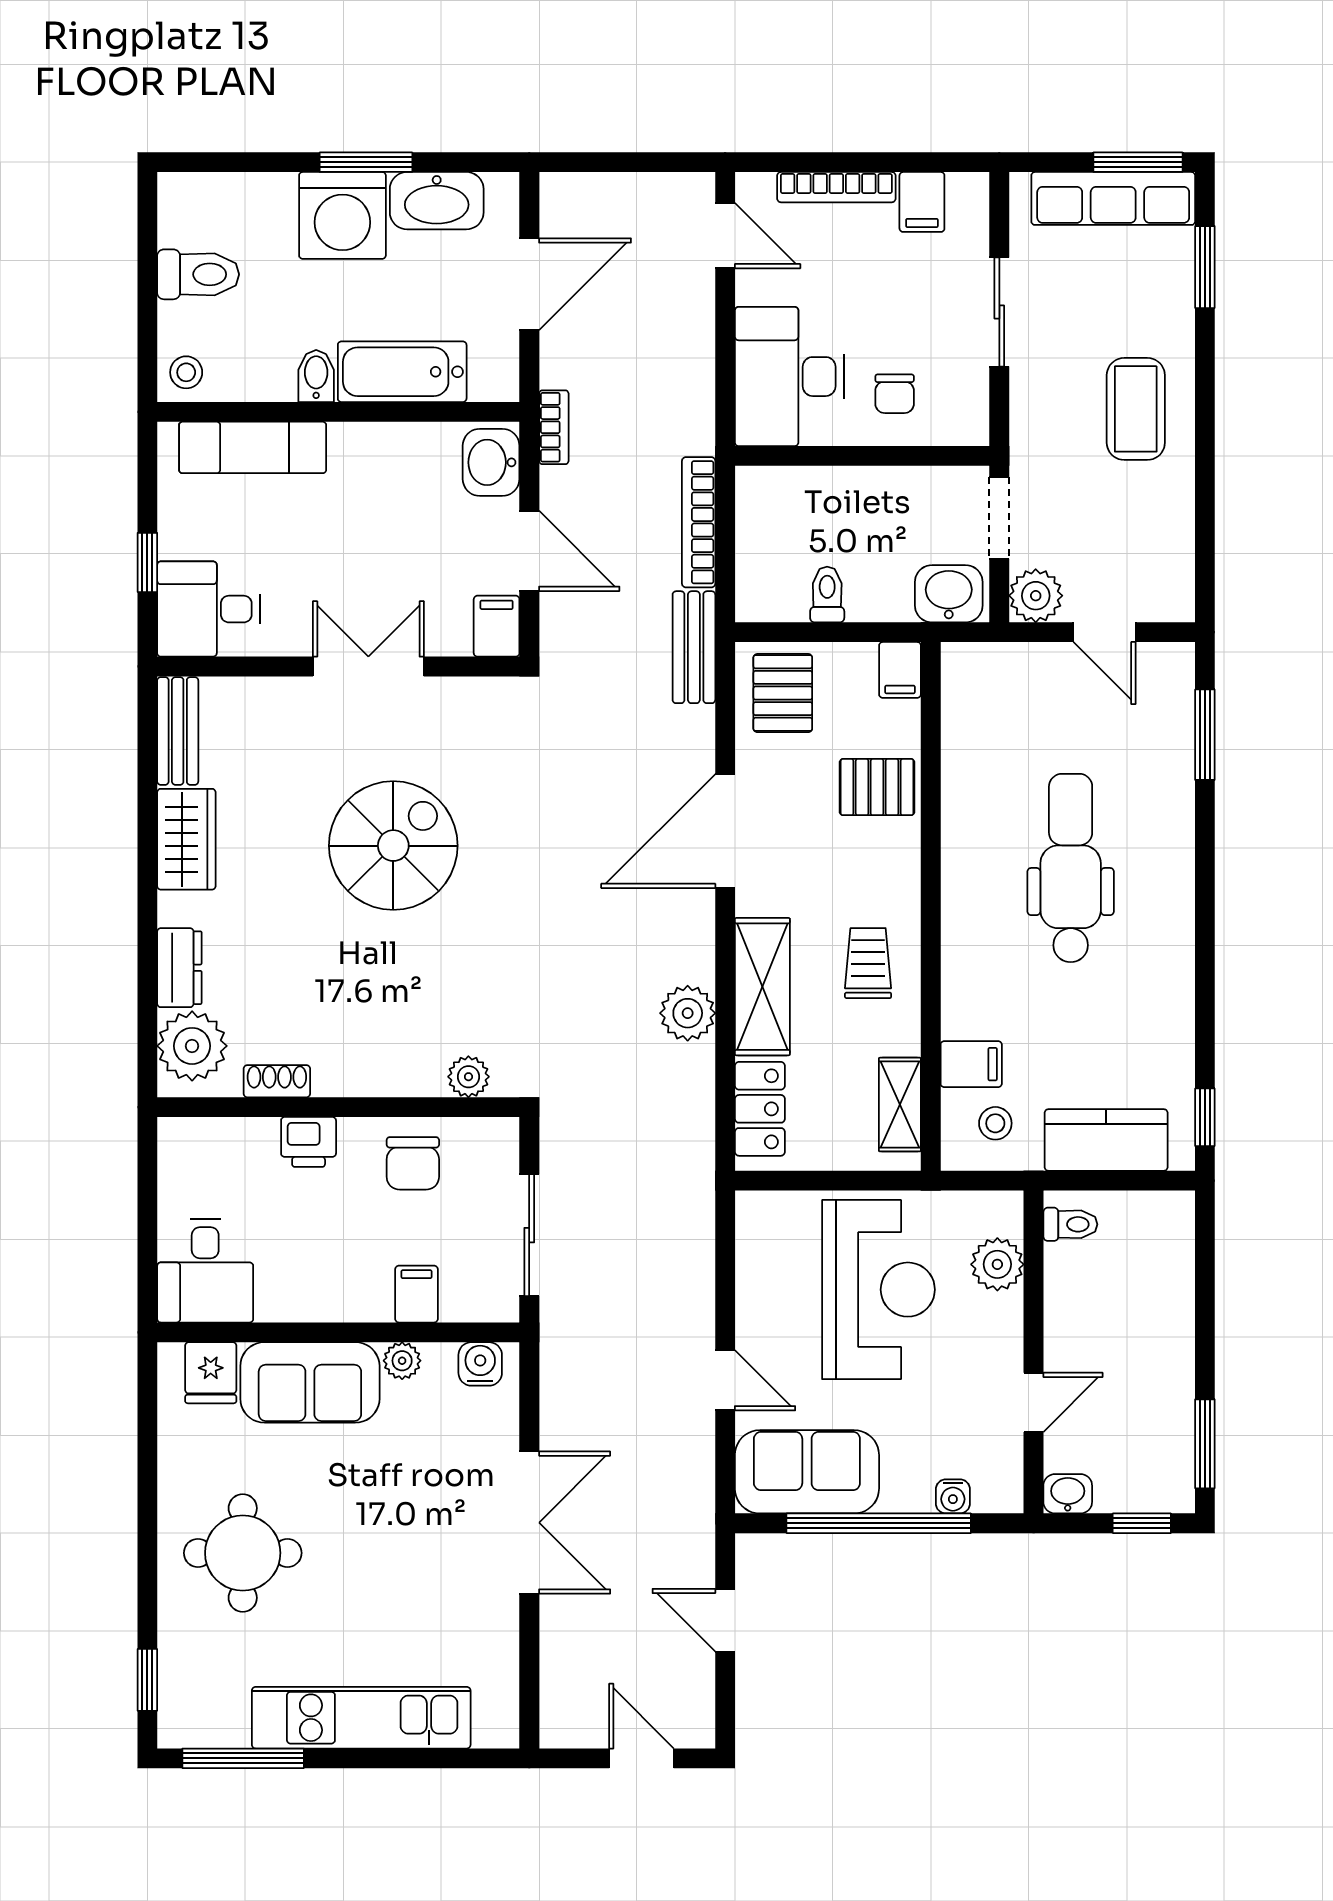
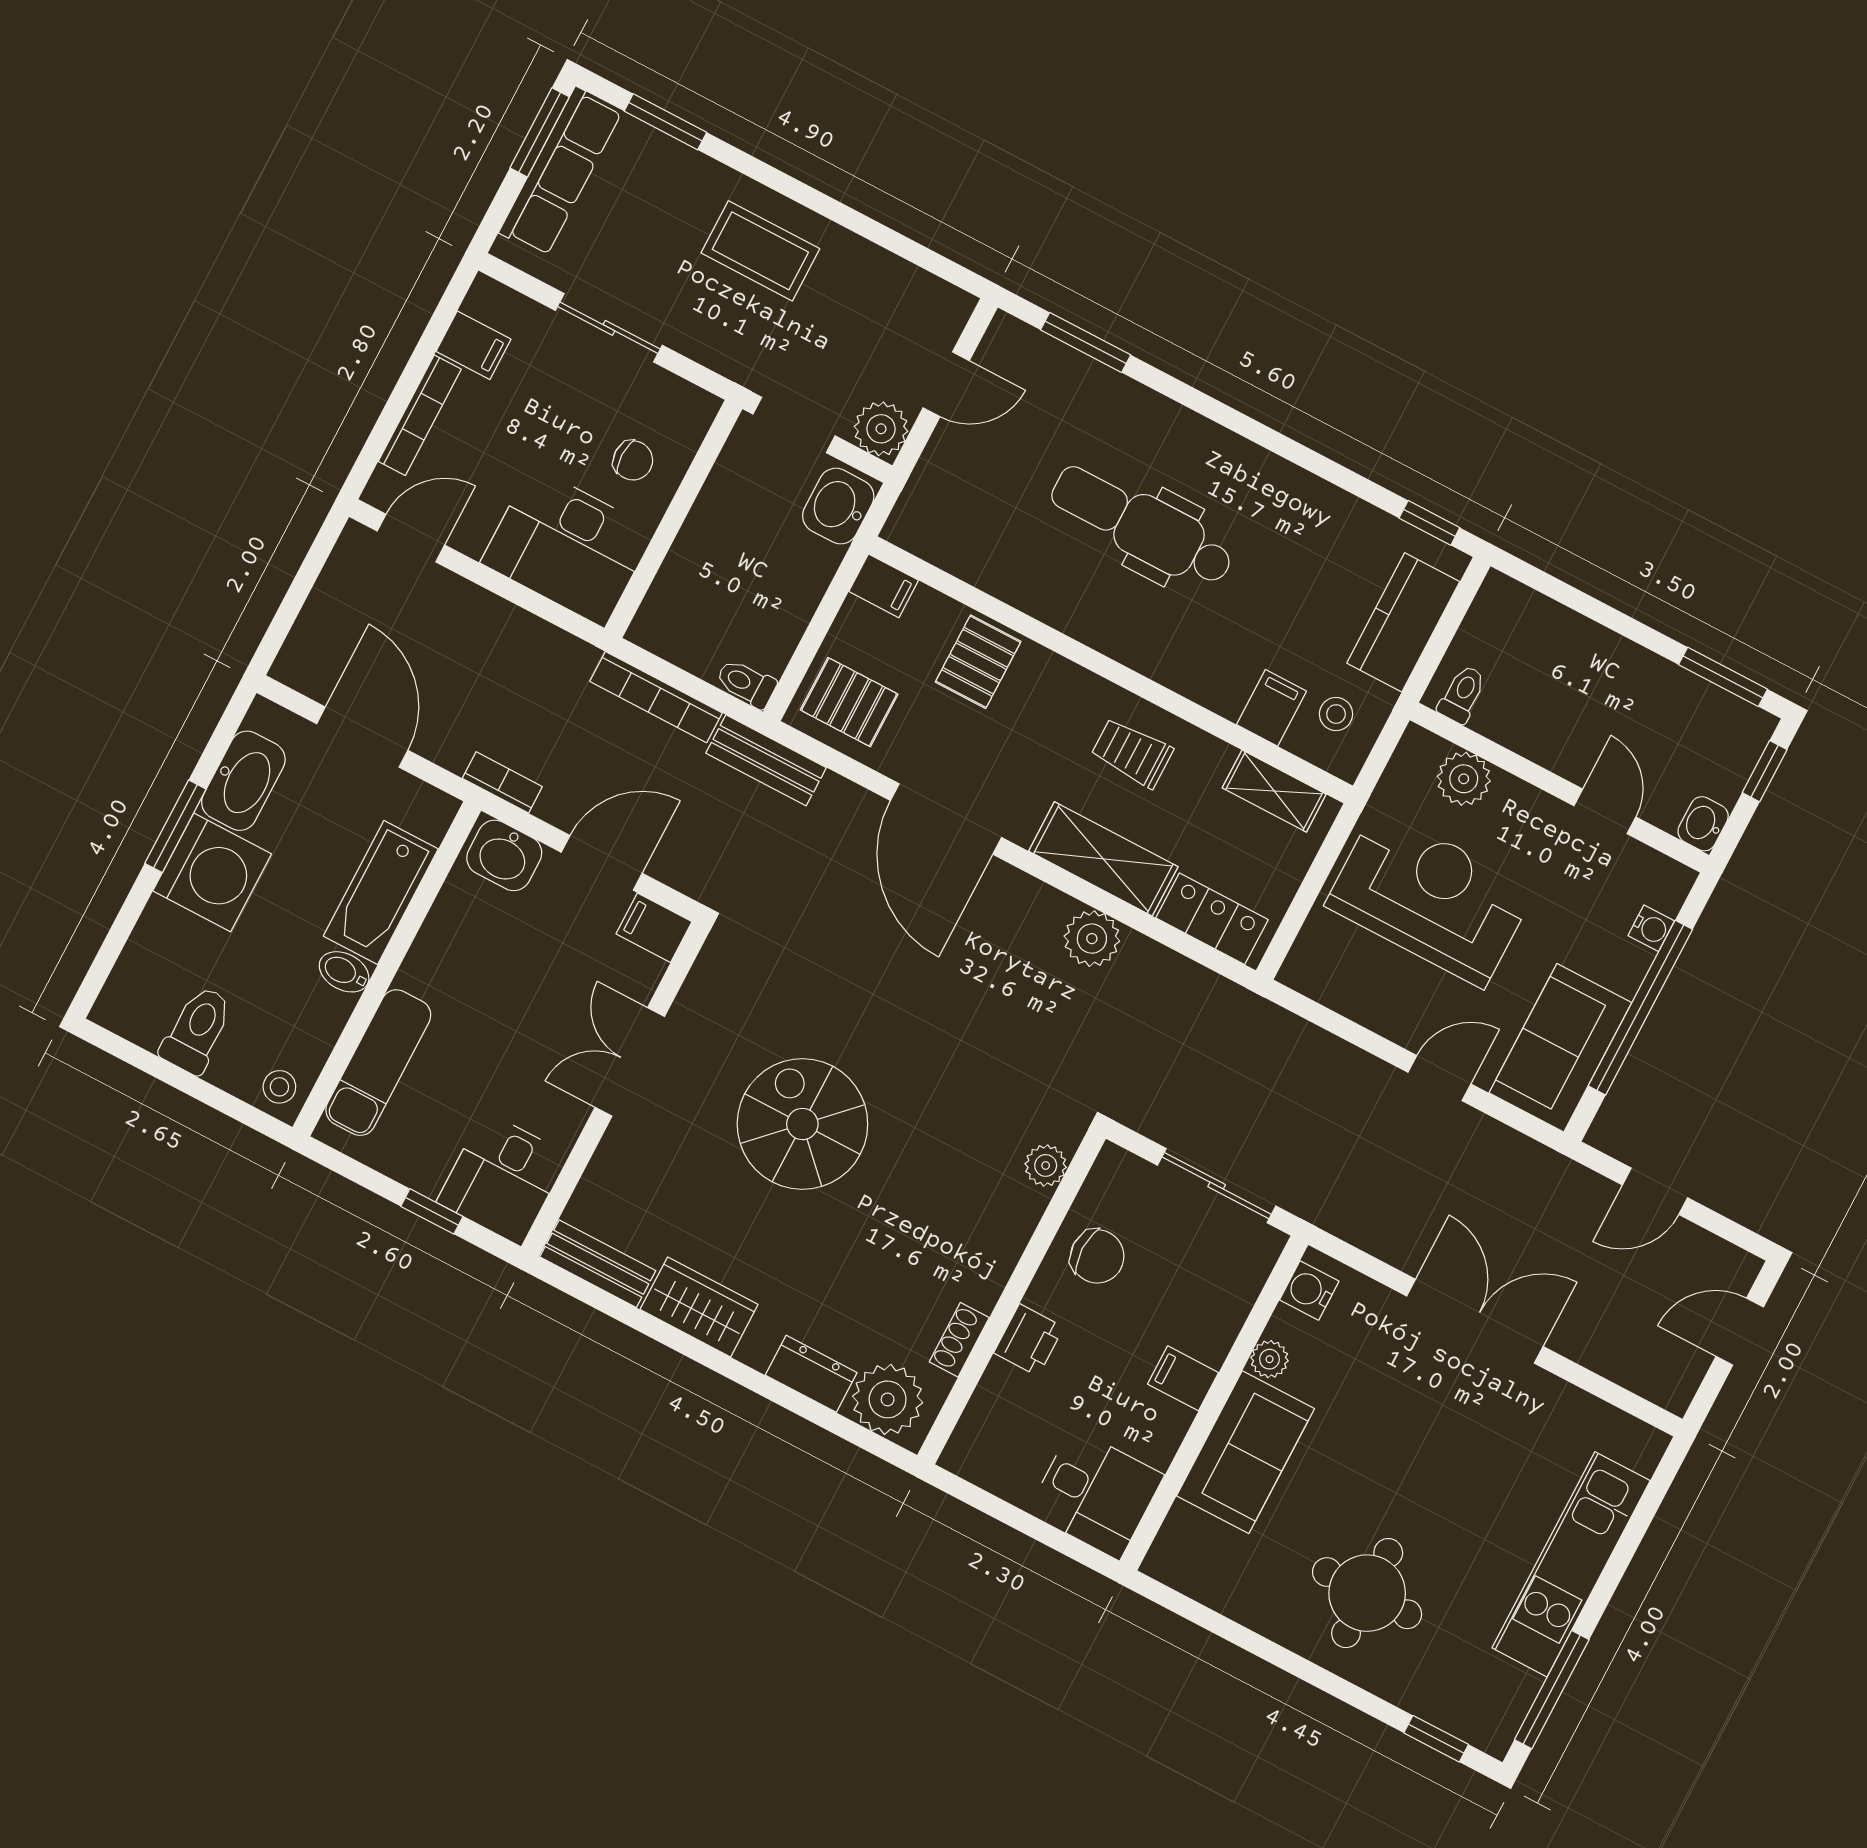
toilet: (827, 595) -> (746, 683), moved
filing cabinet: (417, 1294) -> (1183, 1378), moved
fridge: (211, 1373) -> (1190, 1537), removed

